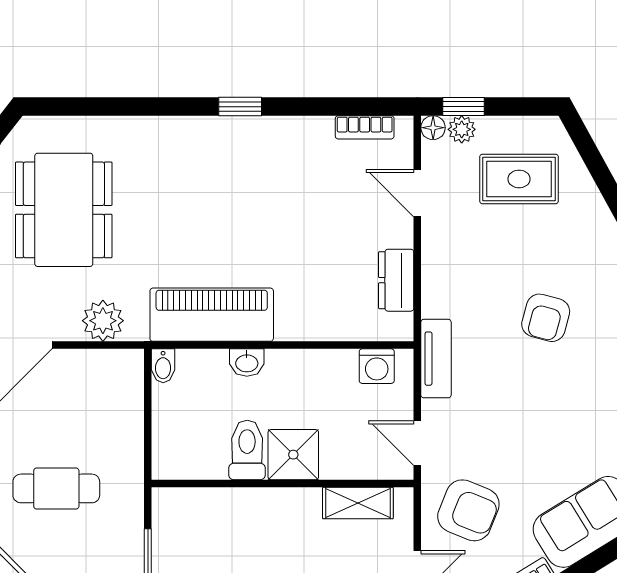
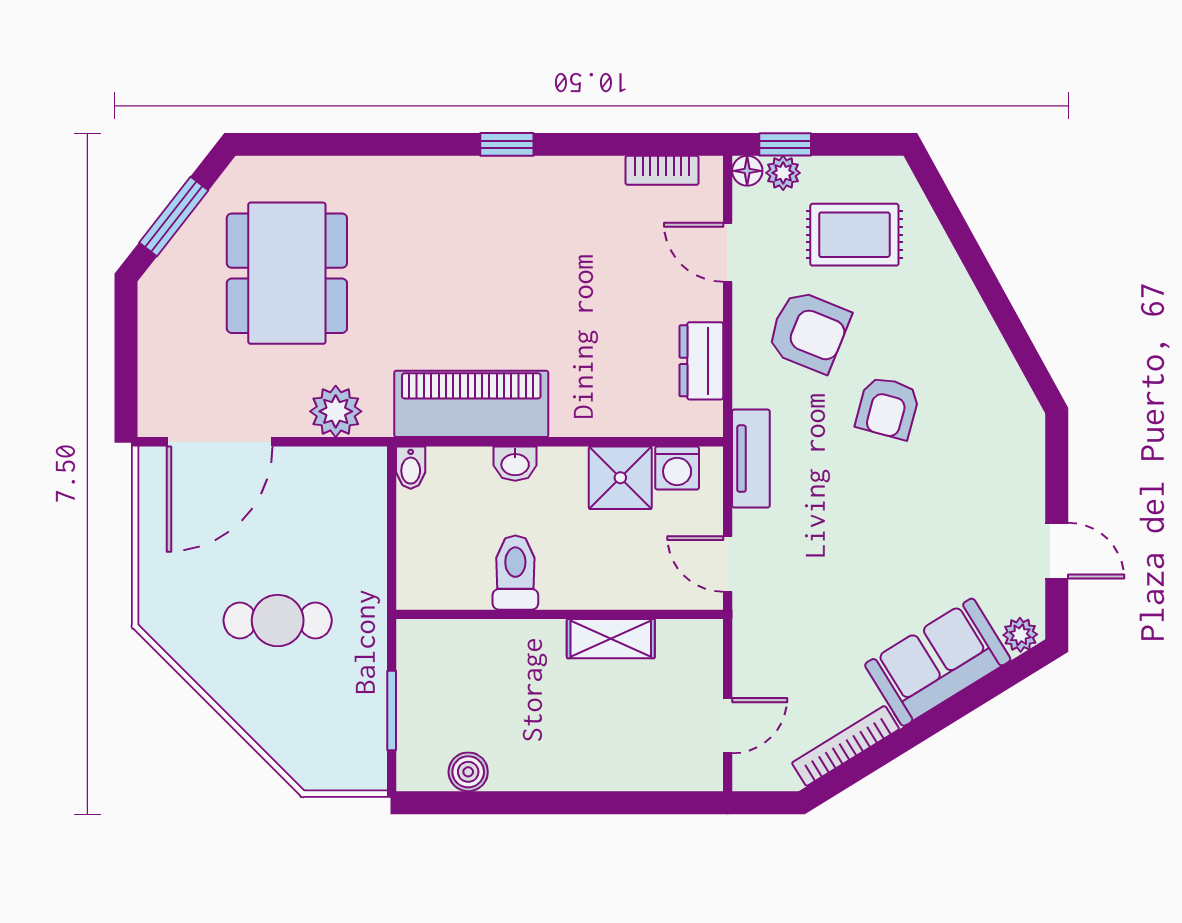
shower: (293, 455) -> (620, 478), moved
shelving: (358, 503) -> (611, 639), moved
armchair: (468, 510) -> (809, 331), moved

